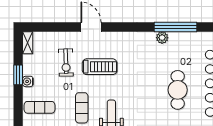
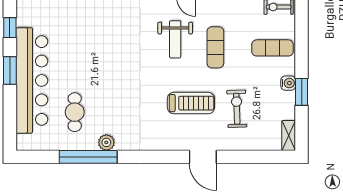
treadmill: (100, 67) -> (191, 103), turned 180
cafe table: (178, 90) -> (75, 112), moved, width x0.73, depth x0.74

